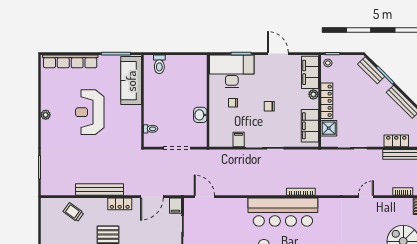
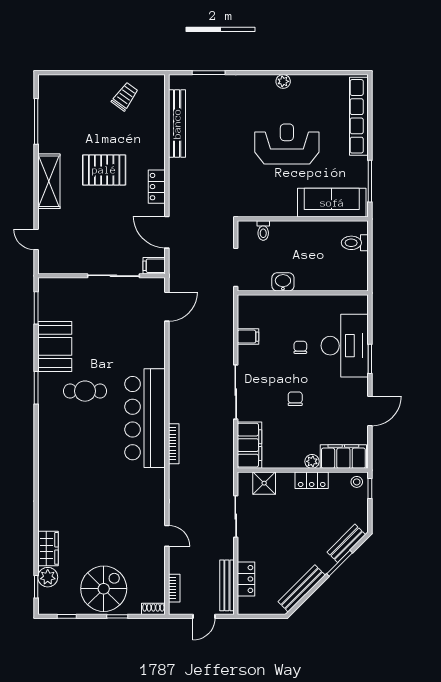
wall: (208, 101) -> (303, 293), moved
locker: (327, 101) -> (312, 480), width x0.66
washbasin: (200, 115) -> (283, 282), moved
filing cabinet: (310, 126) -> (250, 445), moved, turned 90
filing cabinet: (239, 140) -> (248, 337), moved
bench: (99, 190) -> (177, 124), moved
trolley: (73, 212) -> (125, 96), moved

